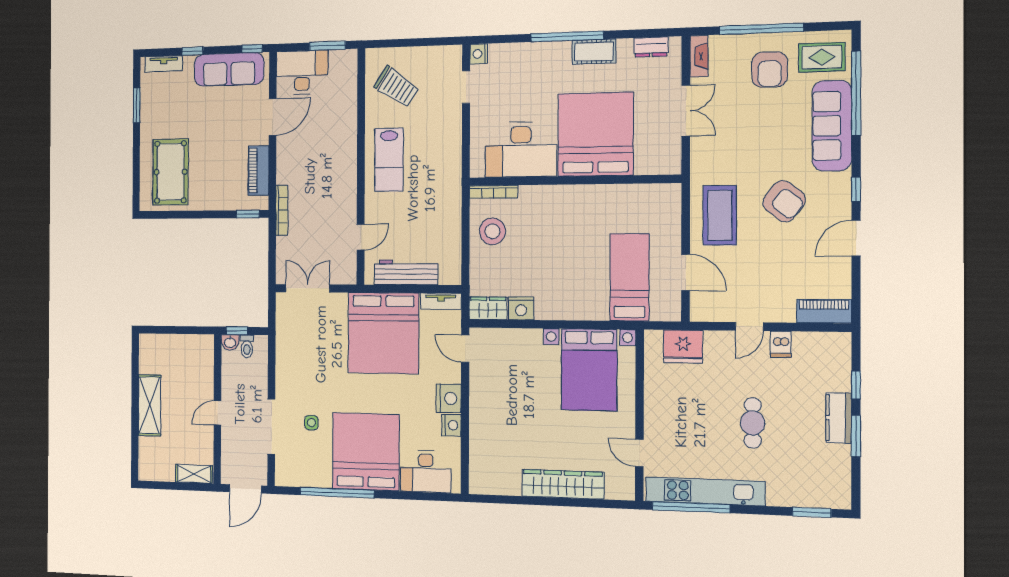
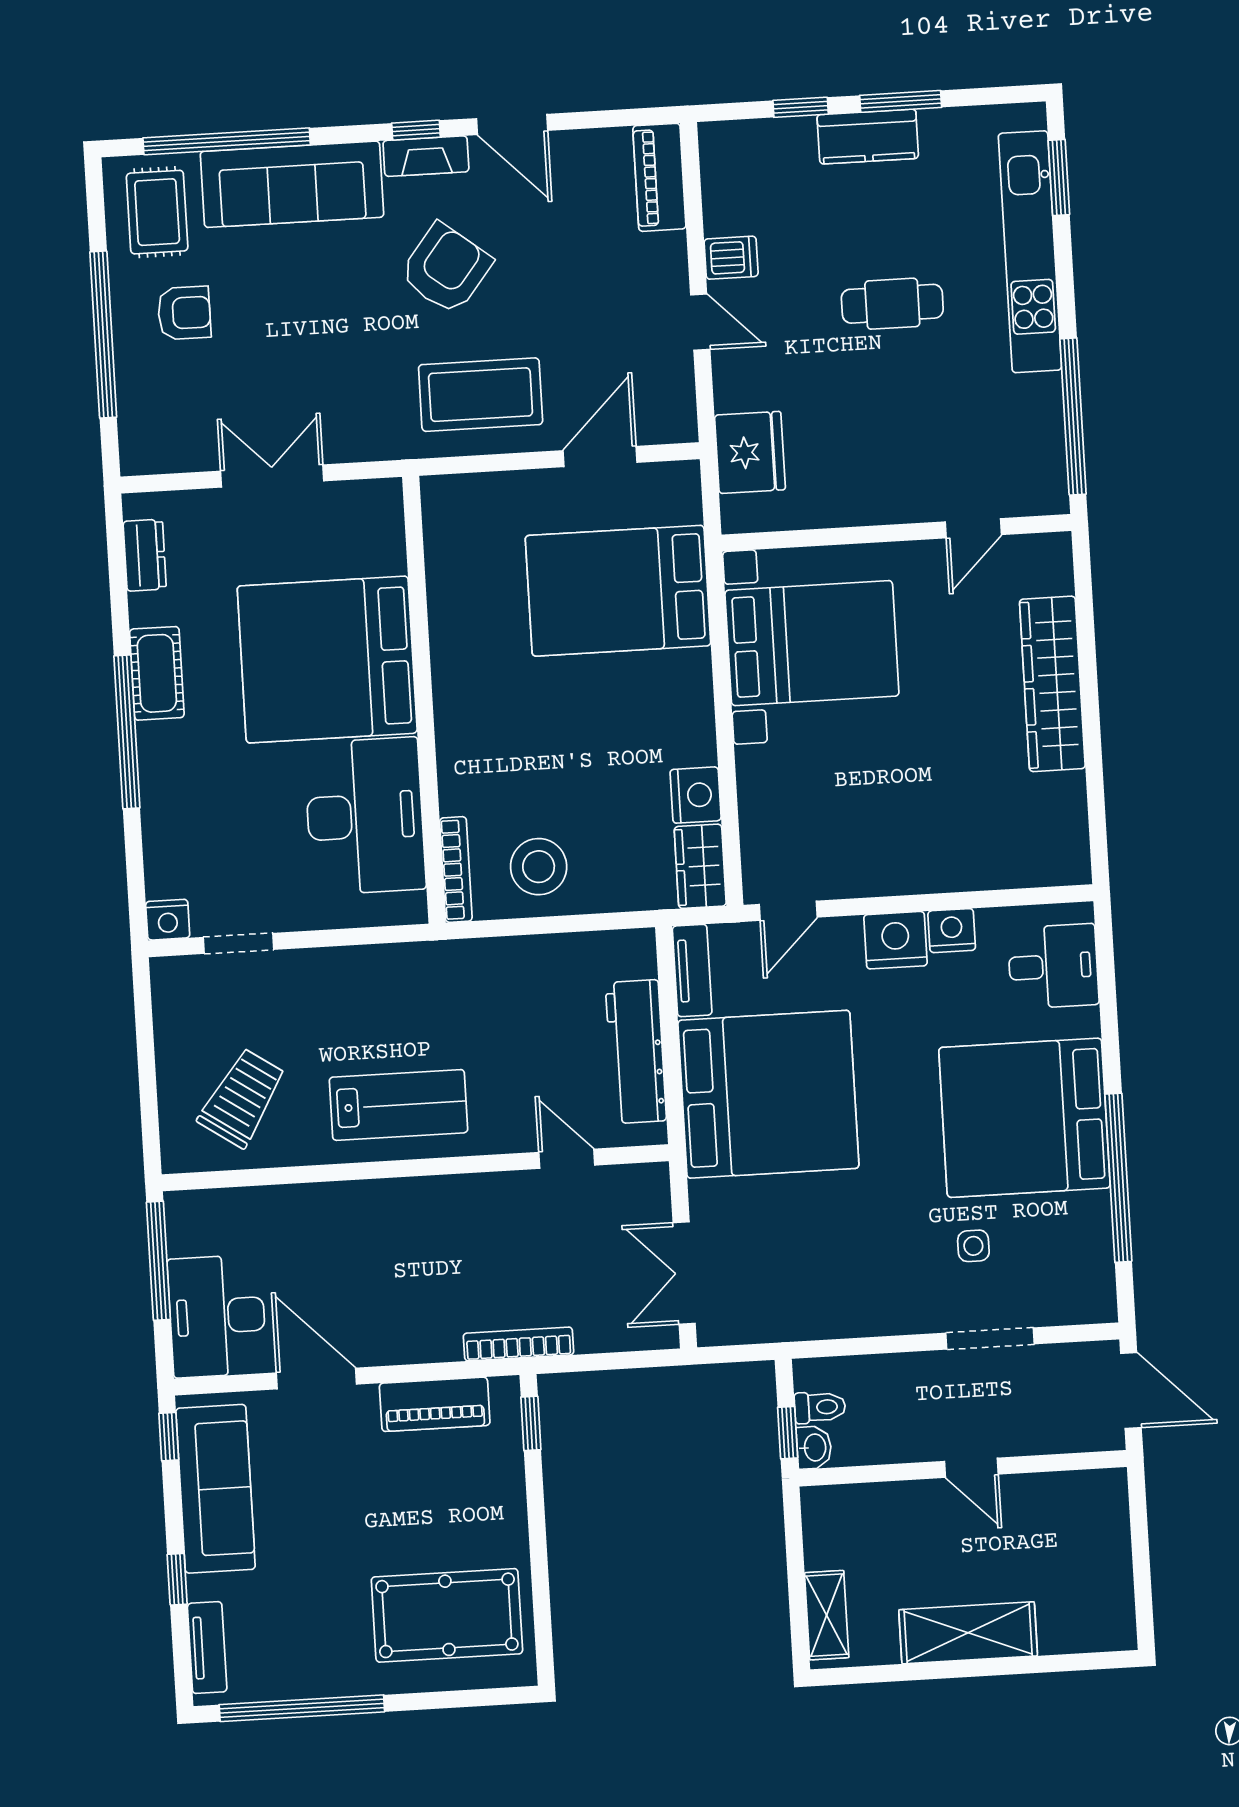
window: (327, 46) -> (158, 1261), width x1.44
fireplace: (699, 56) -> (426, 156), moved, turned 180
armchair: (770, 69) -> (184, 313), width x0.72, depth x0.72
window: (137, 105) -> (302, 1708), width x2.11
bed: (630, 277) -> (618, 591), width x1.50
doorway: (271, 427) -> (990, 1339), width x0.73
desk: (426, 471) -> (1053, 966), width x0.73
shelving: (194, 474) -> (827, 1615), moved
kitchen unit: (705, 491) -> (1030, 252), moved

